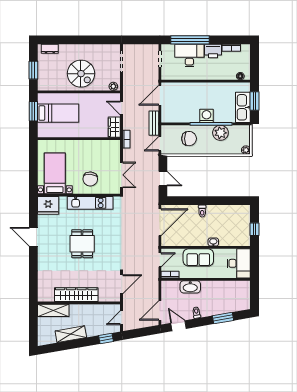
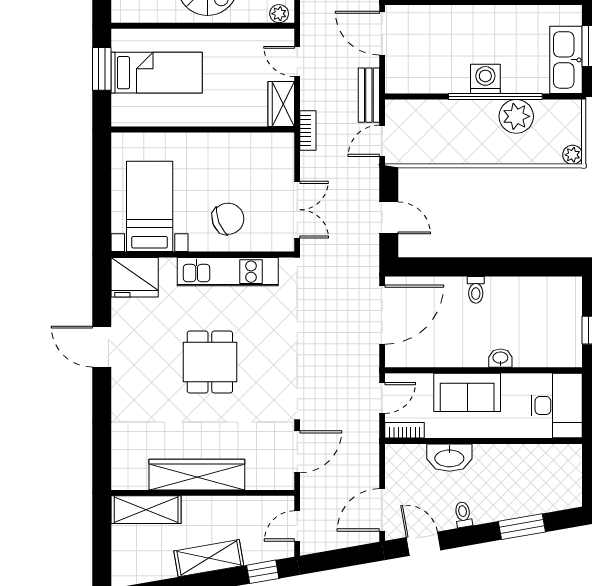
door: (160, 95) -> (382, 33), hinge flipped
chair: (189, 139) -> (447, 129), removed
chair: (90, 179) -> (228, 219), turned -116
shelving: (71, 334) -> (209, 558), moved

